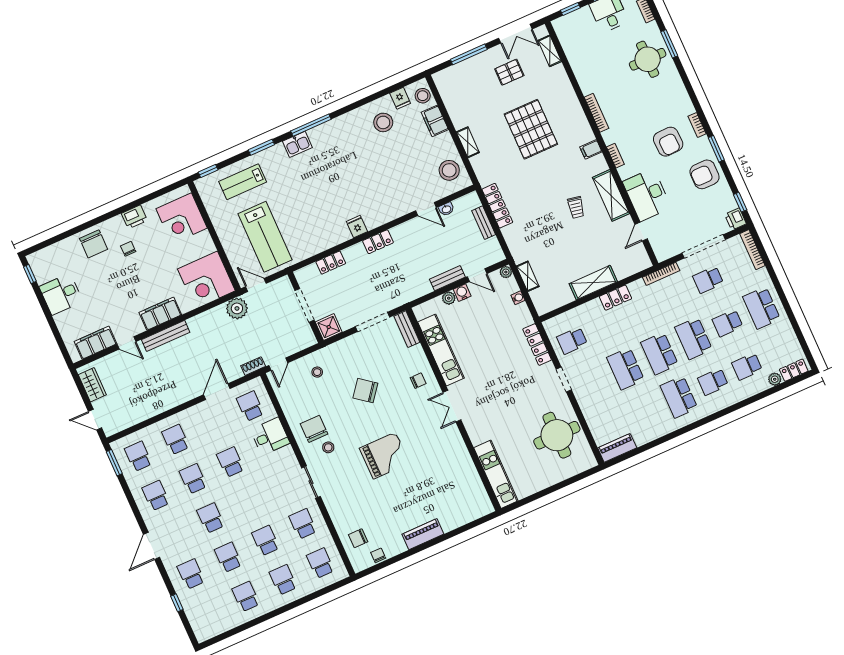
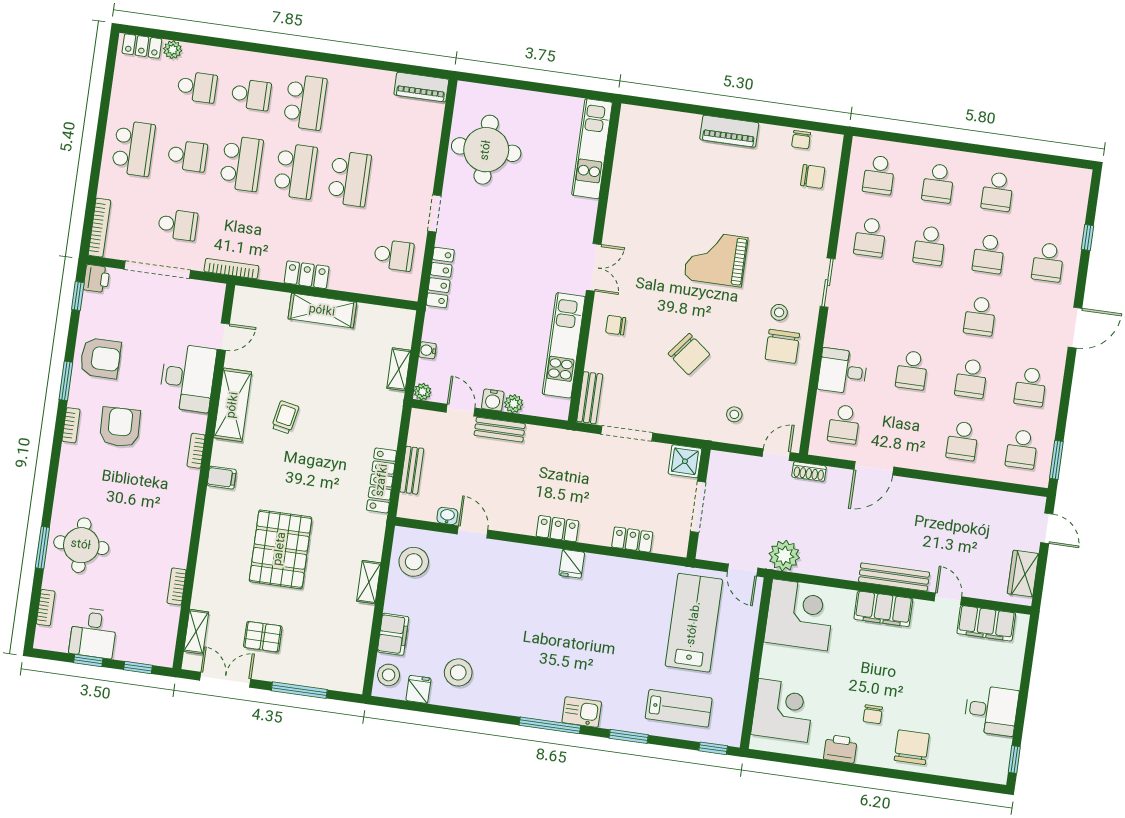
bookcase: (597, 113) -> (177, 587), moved, width x0.64

